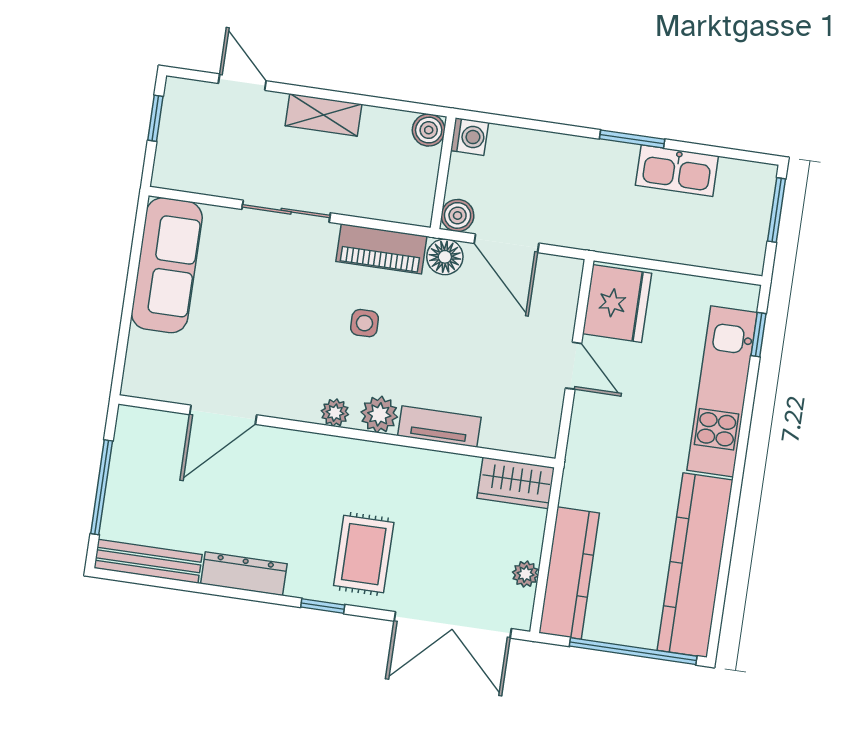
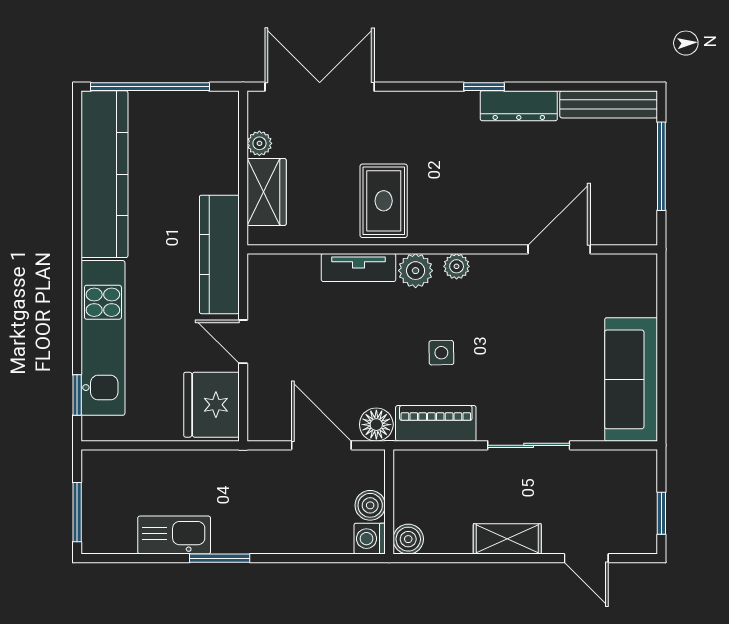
boiler: (458, 215) -> (370, 505), moved
wardrobe: (516, 483) -> (267, 192), moved, turned 90
rug: (364, 554) -> (384, 201), moved
kitchen counter: (569, 573) -> (219, 254), moved
window: (323, 606) -> (484, 87), moved

